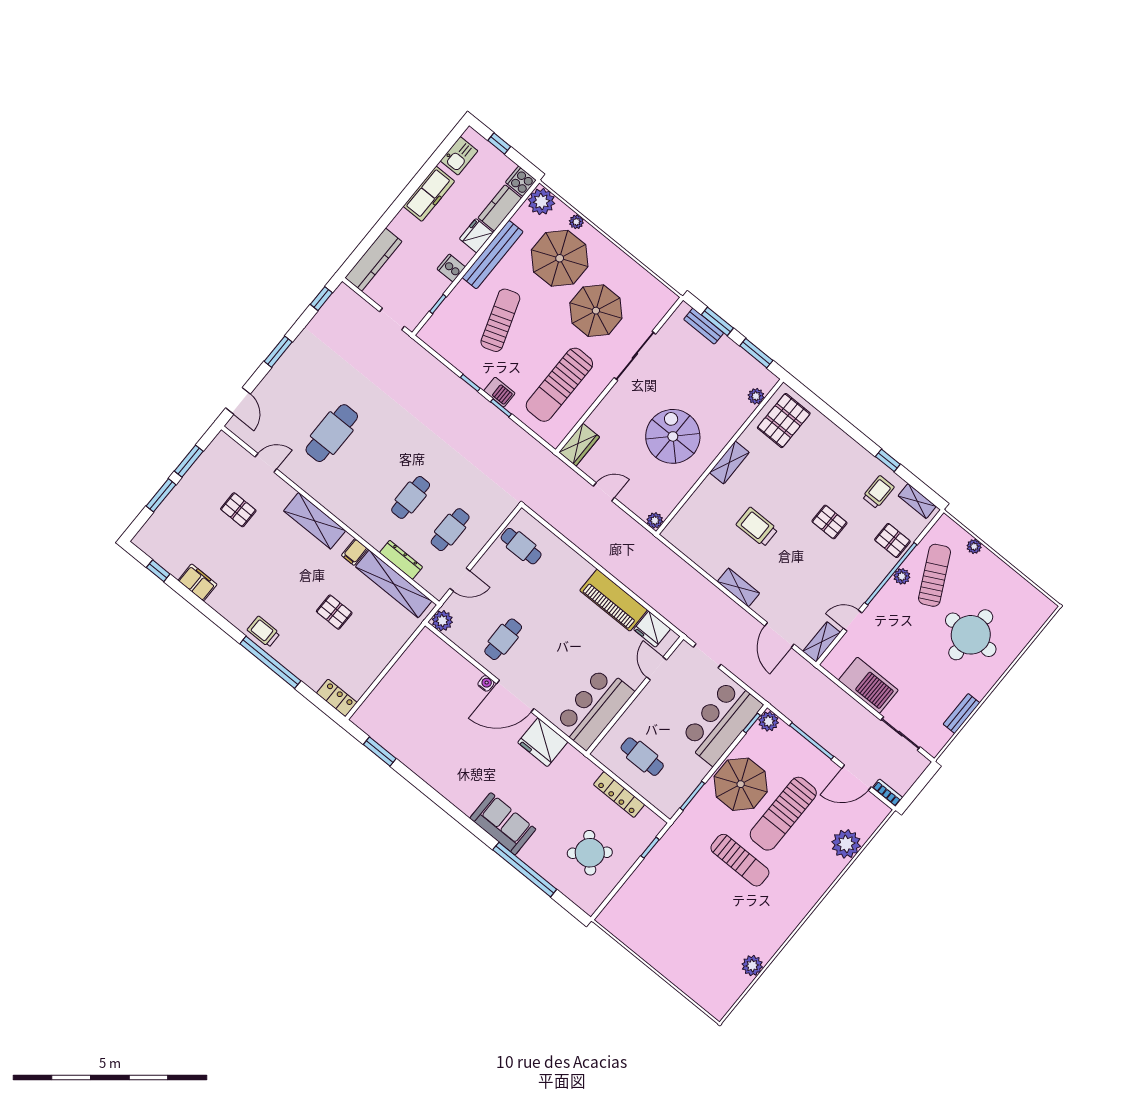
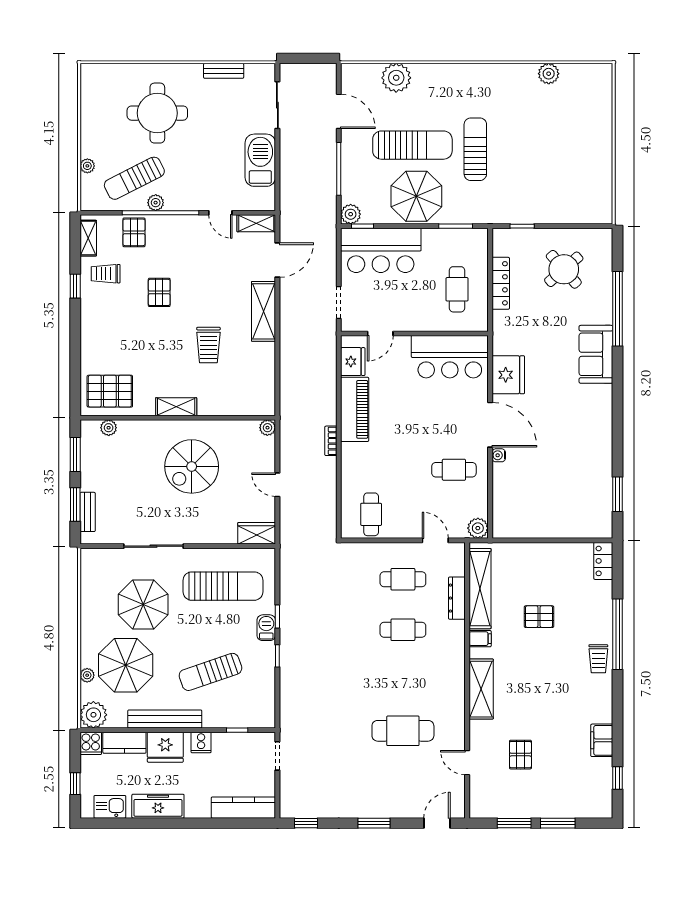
fridge: (476, 236) -> (165, 747), width x1.36, depth x1.34
shelving: (738, 587) -> (263, 311), width x1.50, depth x1.33
pallet: (334, 612) -> (539, 617), turned 90
bookcase: (888, 793) -> (331, 441), moved

